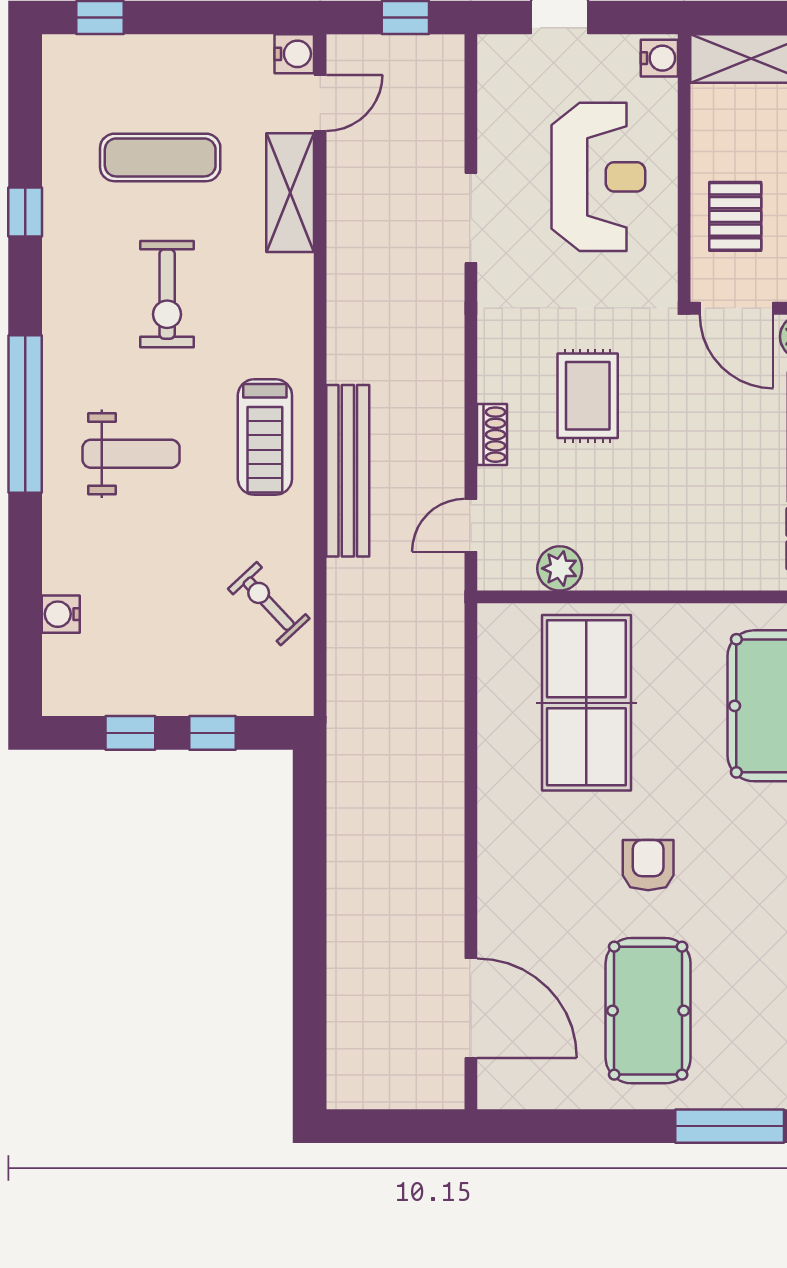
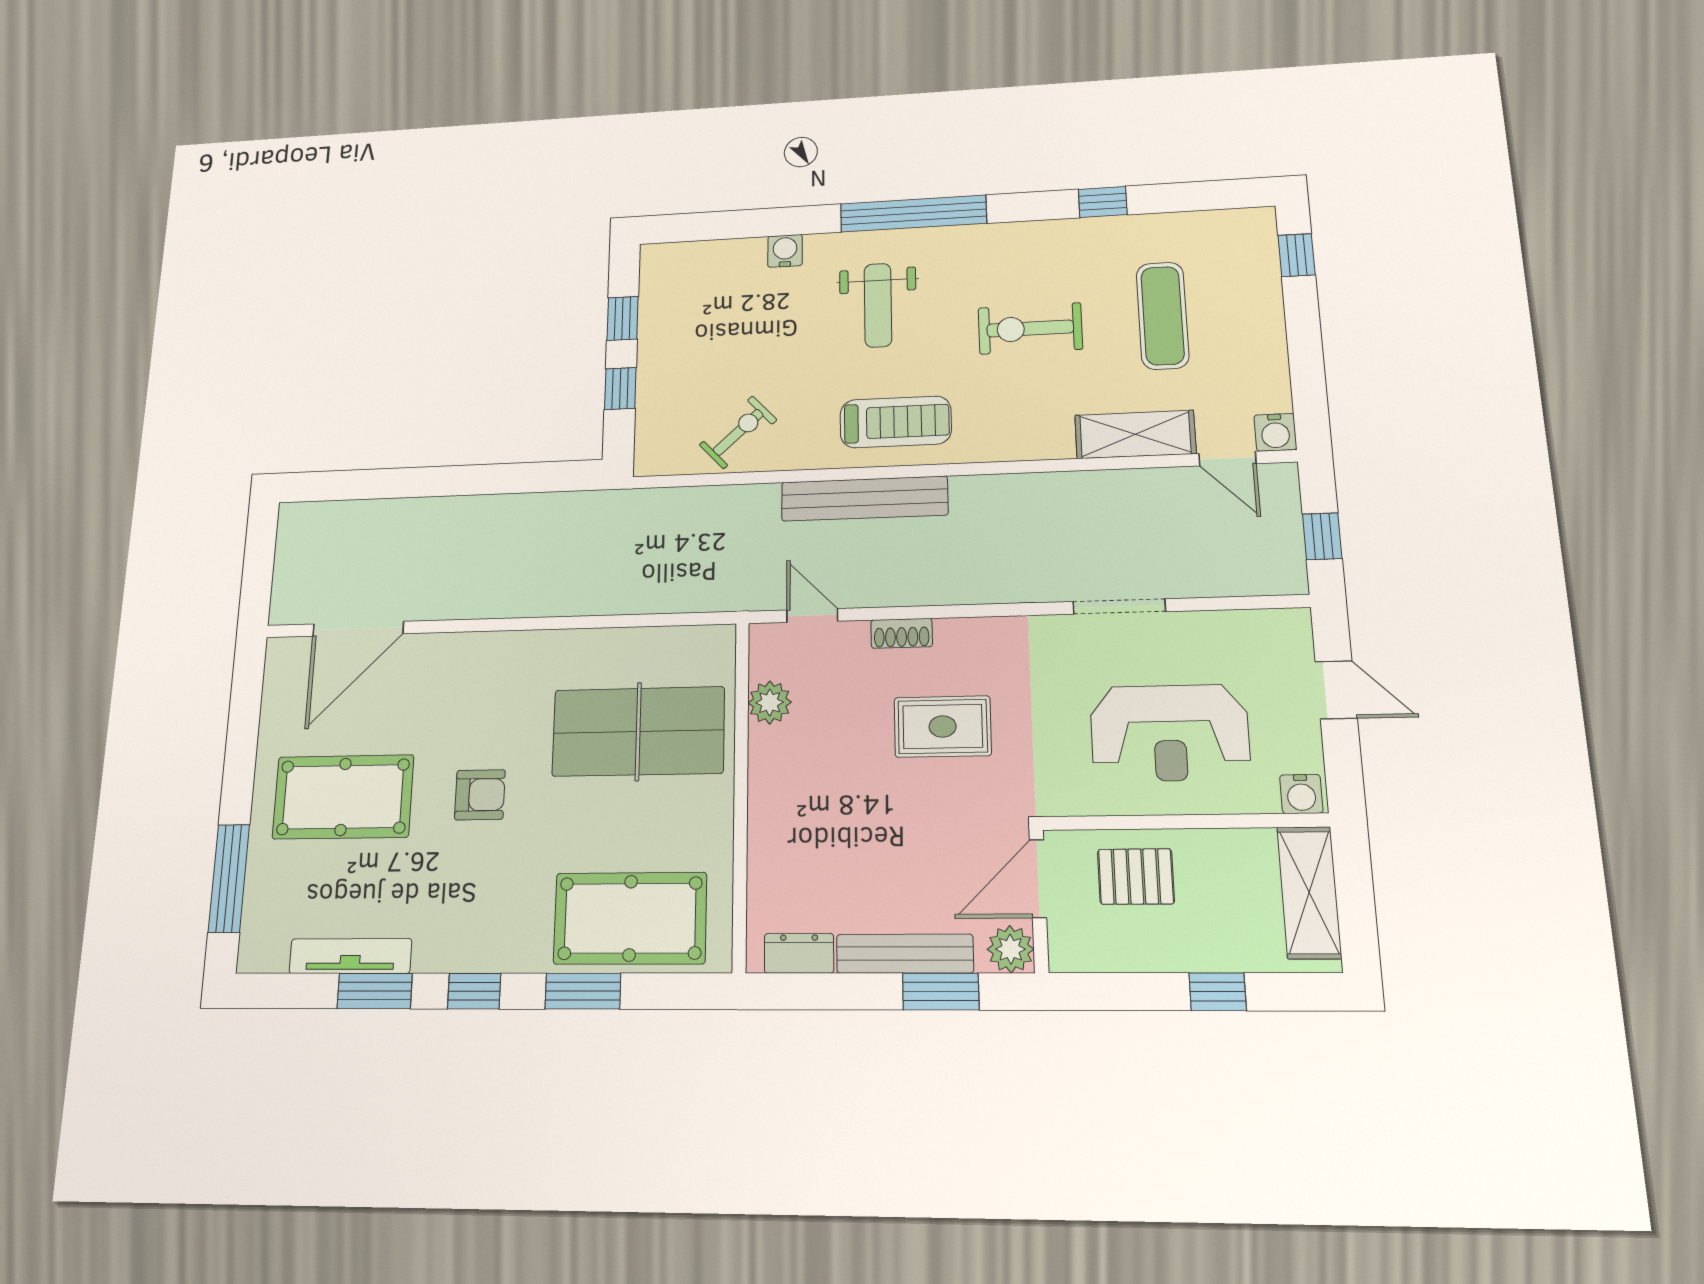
treadmill: (265, 437) -> (896, 422), turned 180
water cooler: (61, 614) -> (785, 251), moved

